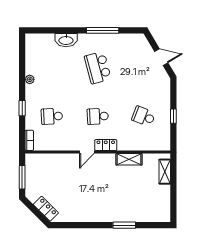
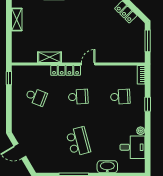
desk: (39, 61) -> (132, 147), added
window: (173, 116) -> (9, 78), moved
locker: (106, 145) -> (66, 70), width x1.53
shelving: (165, 172) -> (17, 19), moved

